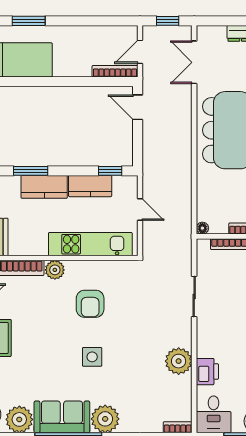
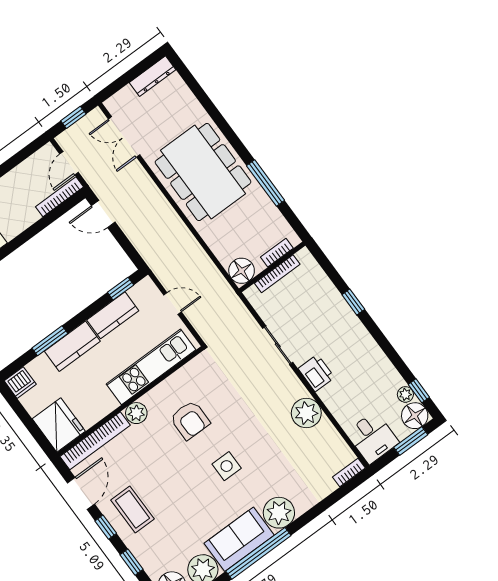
floor lamp: (202, 228) -> (242, 271), width x1.89, depth x1.89
printer: (207, 372) -> (316, 373), moved

